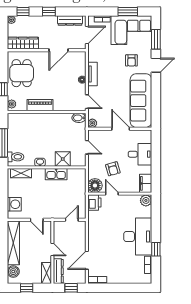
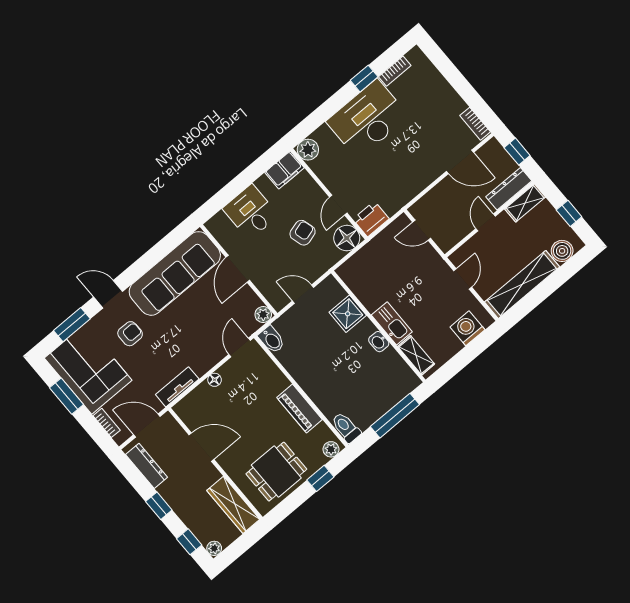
tv unit: (92, 74) -> (177, 387), moved
door: (87, 147) -> (303, 294), hinge flipped
toilet: (16, 157) -> (346, 428), moved
kitchen sink: (56, 174) -> (392, 323), moved

